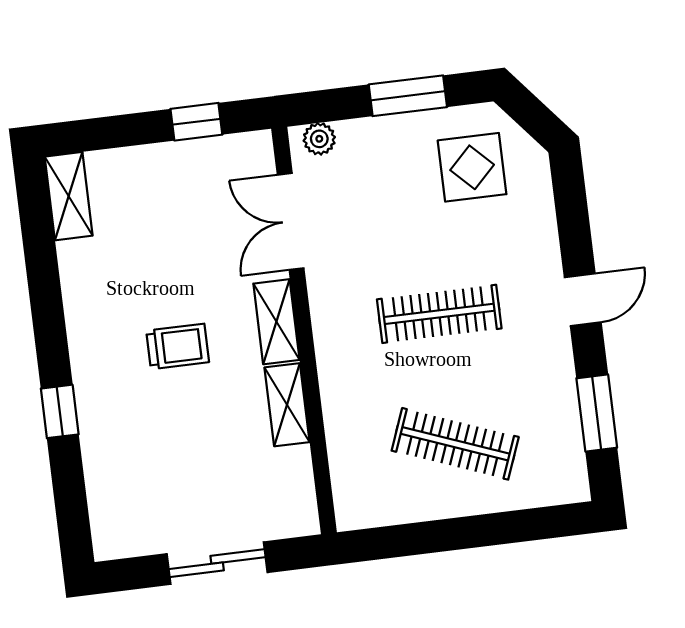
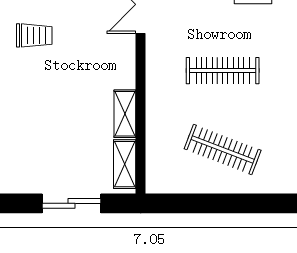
shelving: (276, 322) -> (125, 164), moved
trolley: (178, 346) -> (34, 35), moved

